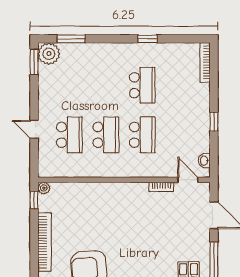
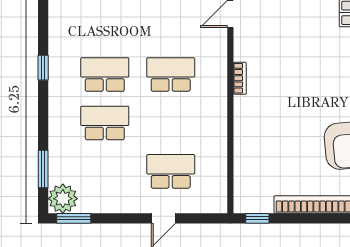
school desk: (106, 135) -> (105, 123), moved
bookcase: (161, 187) -> (240, 78), moved
plant: (44, 188) -> (241, 205), removed

